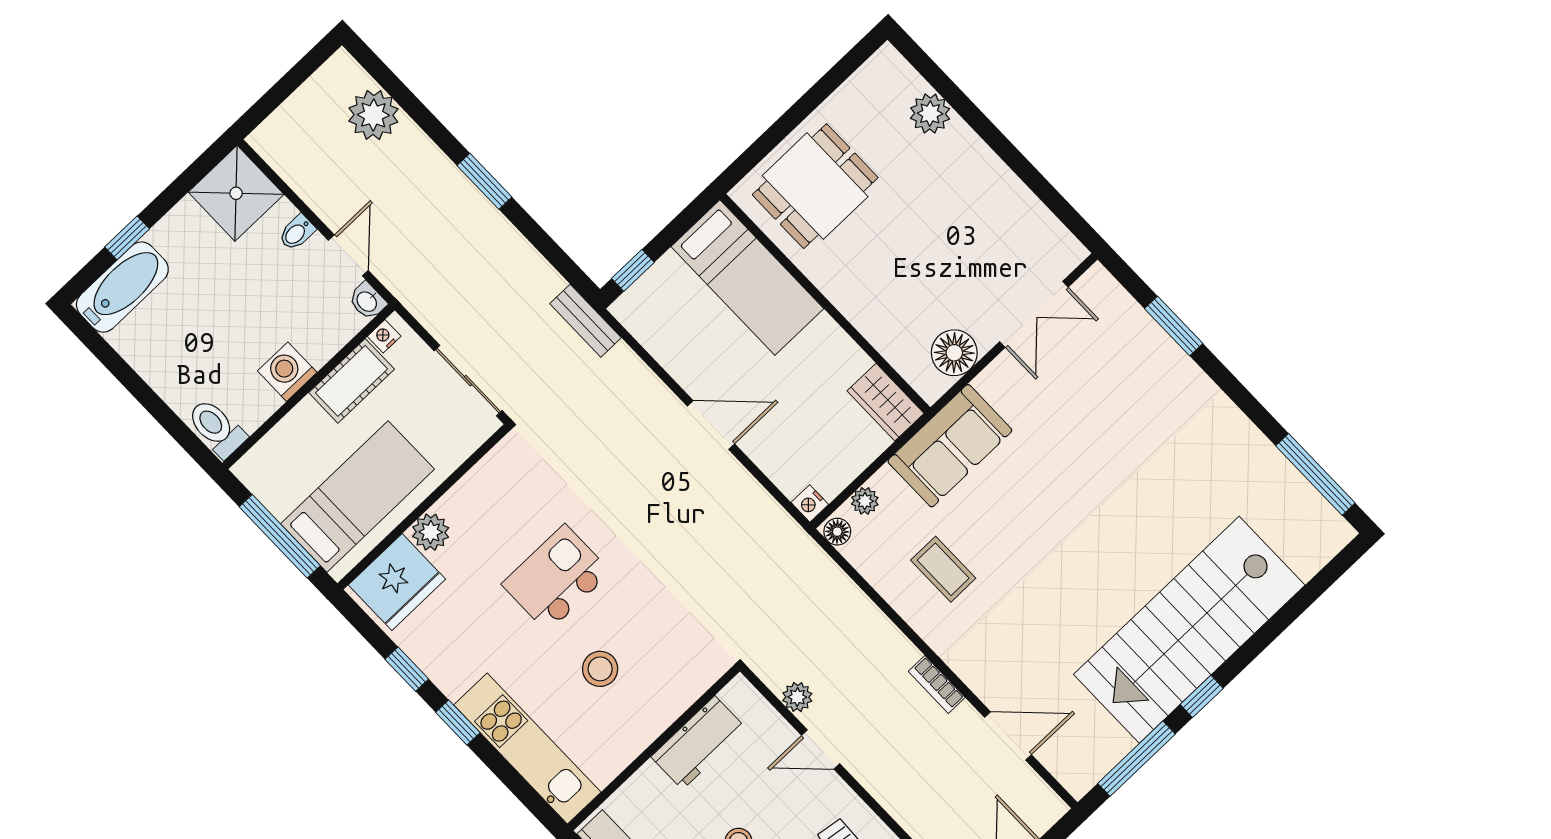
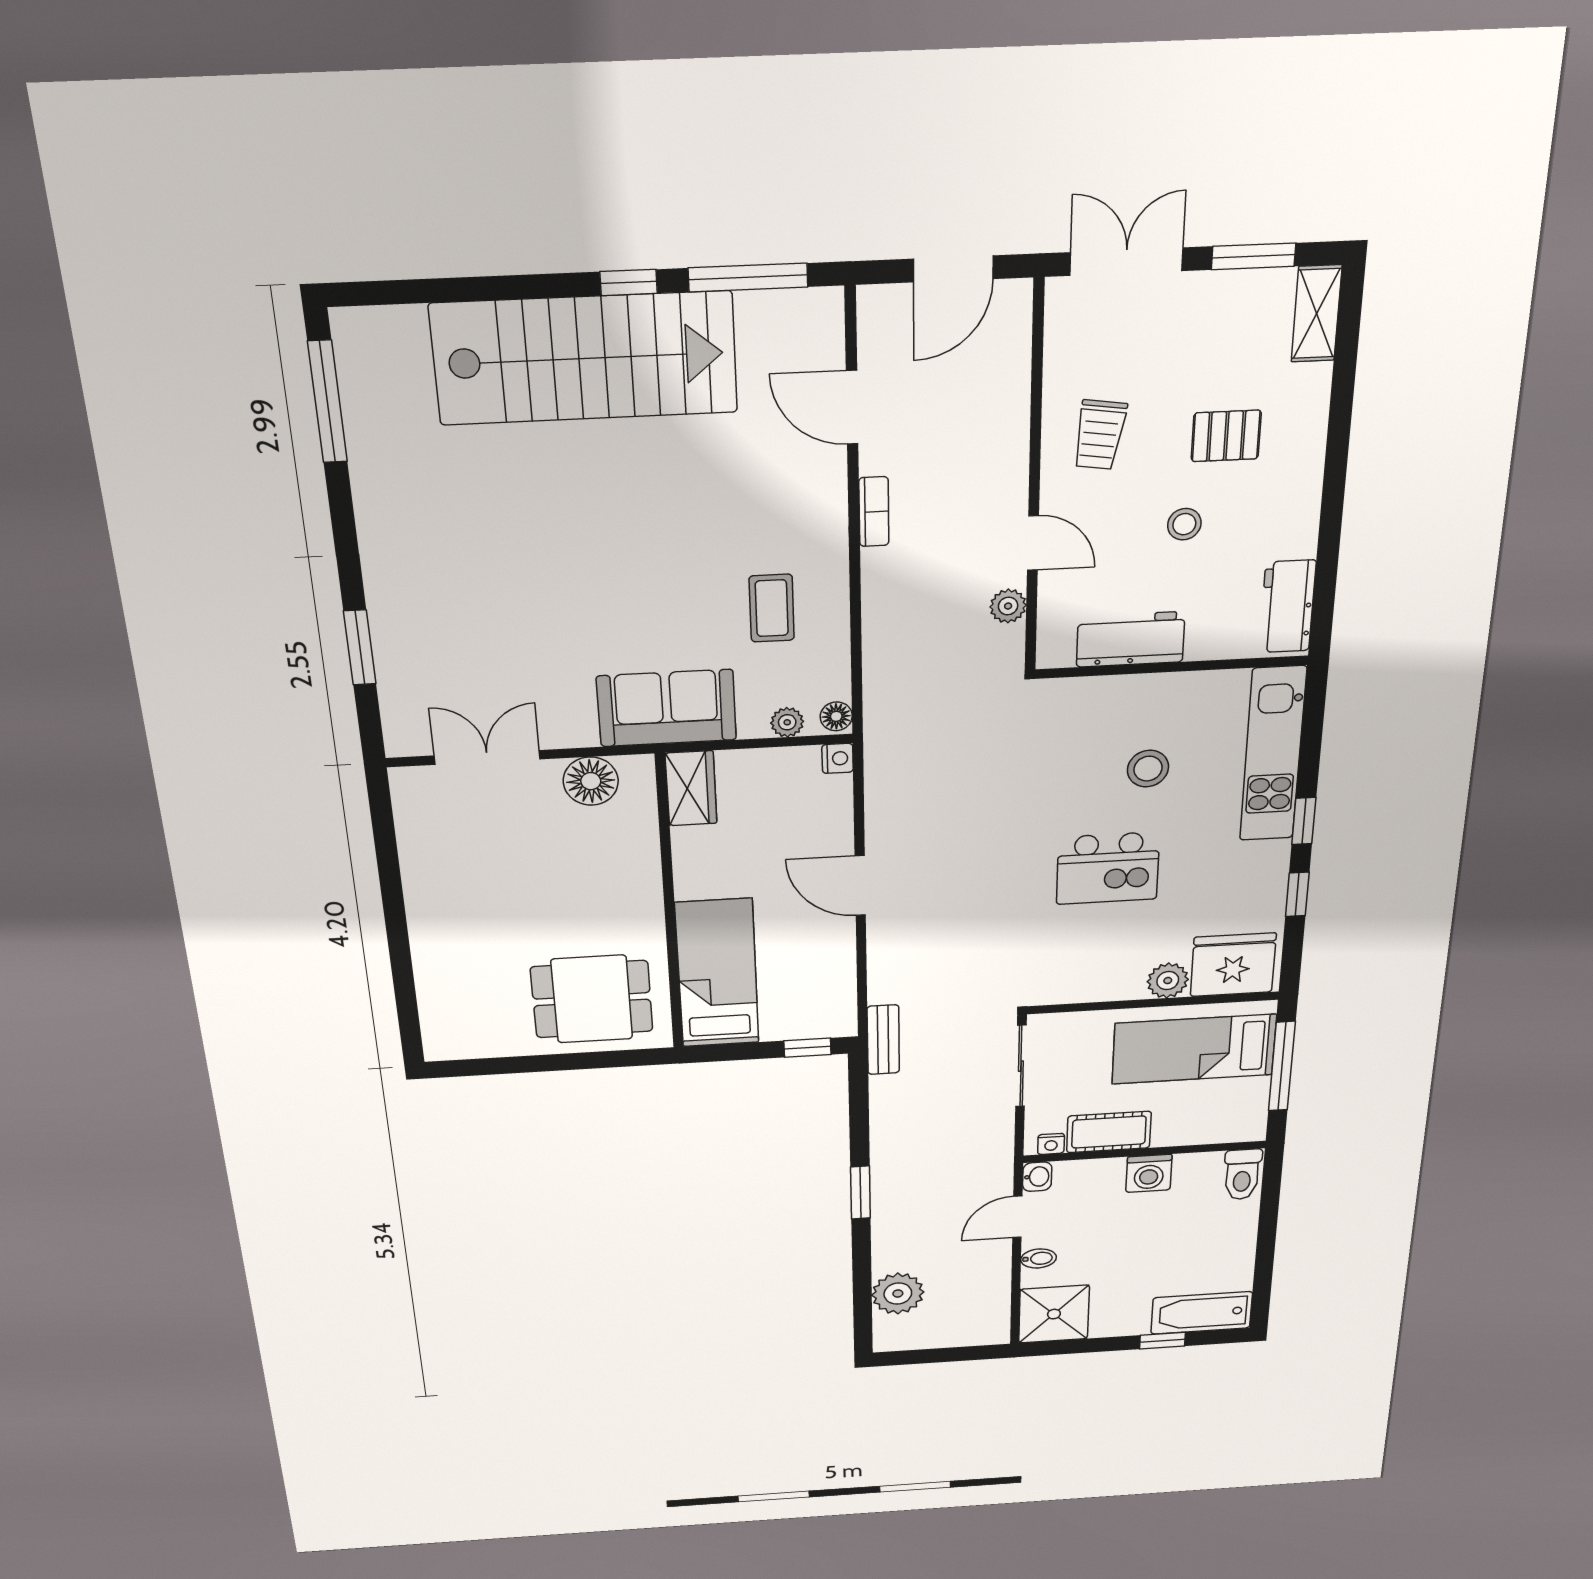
plant: (930, 114) -> (438, 982), removed

